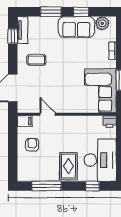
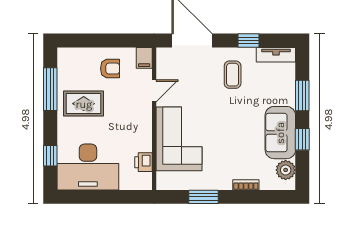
window: (13, 36) -> (249, 40), moved
corner sofa: (100, 91) -> (179, 139), moved, turned 90
printer: (110, 122) -> (143, 162), moved
rug: (68, 166) -> (84, 104), moved

